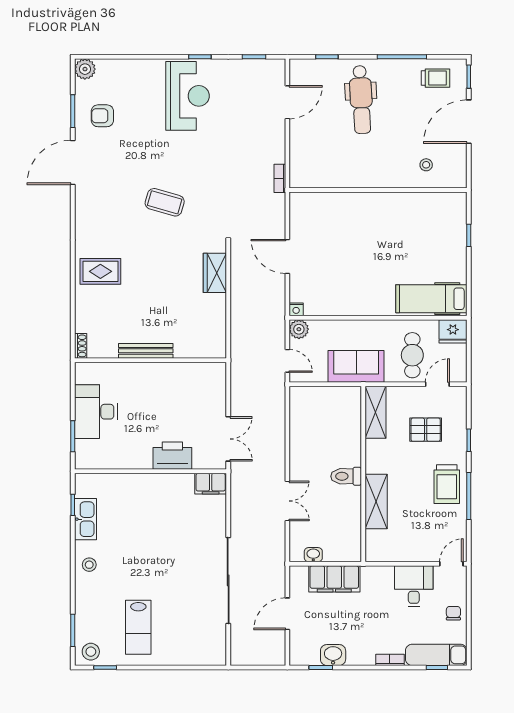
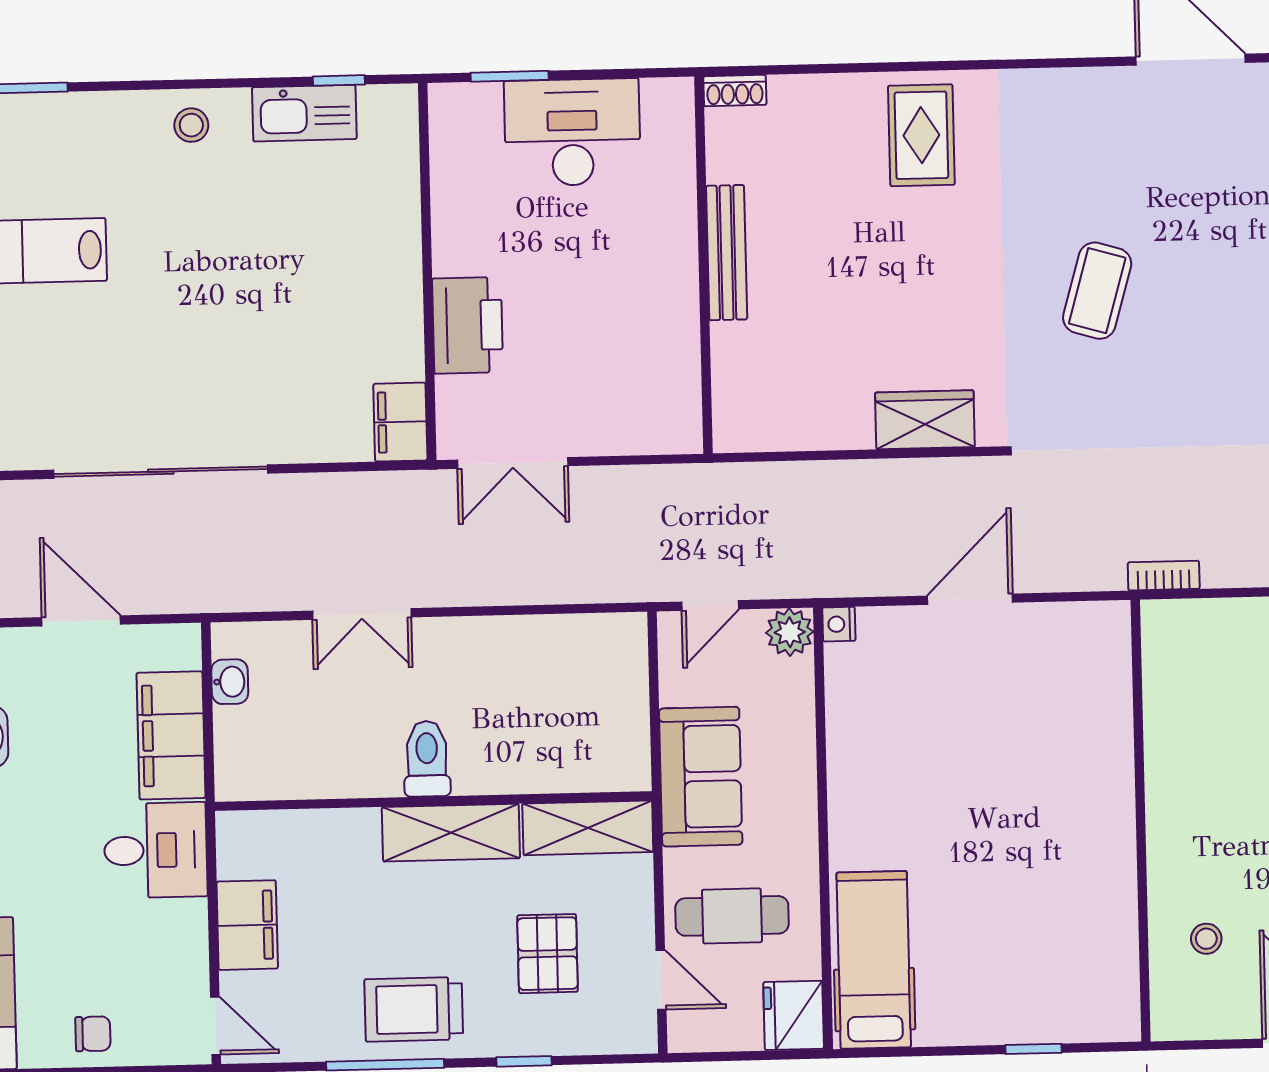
shelving: (376, 501) -> (451, 833), moved
filing cabinet: (411, 550) -> (247, 925), added
desk: (414, 586) -> (156, 850), moved

